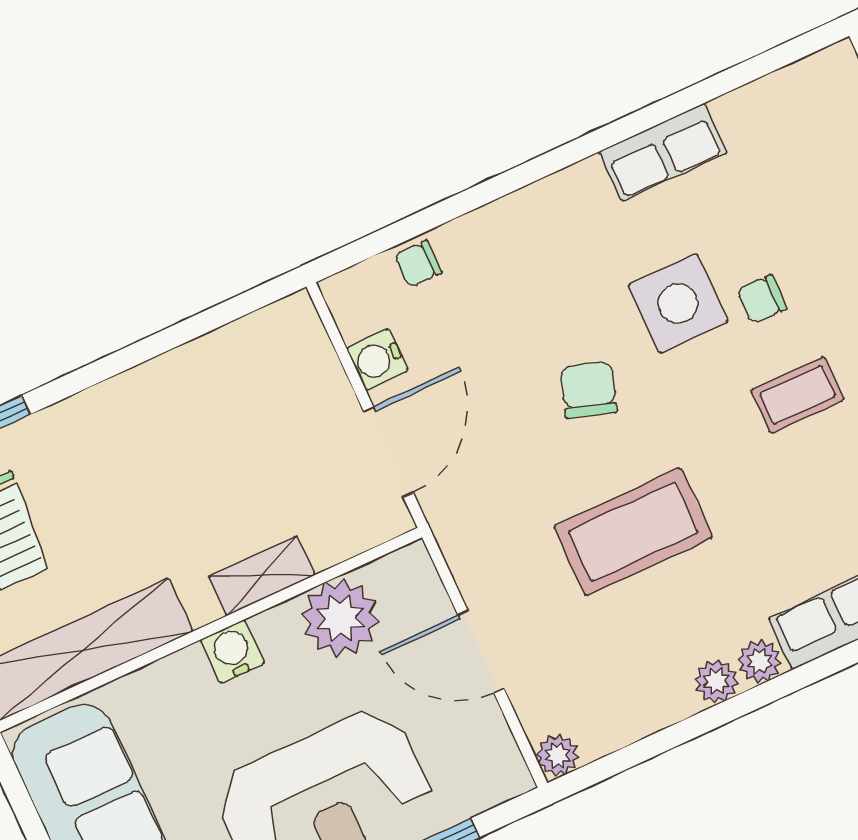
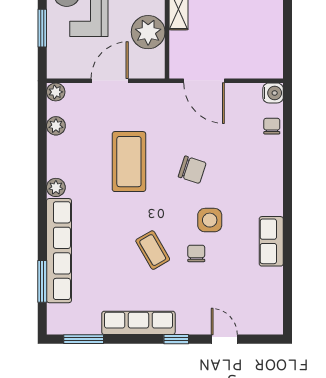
side table: (678, 303) -> (210, 220), width x0.73, depth x0.73
water cooler: (377, 359) -> (273, 93), moved, turned 90
coffee table: (797, 395) -> (153, 250), turned -30
plant: (716, 681) -> (56, 126), moved

